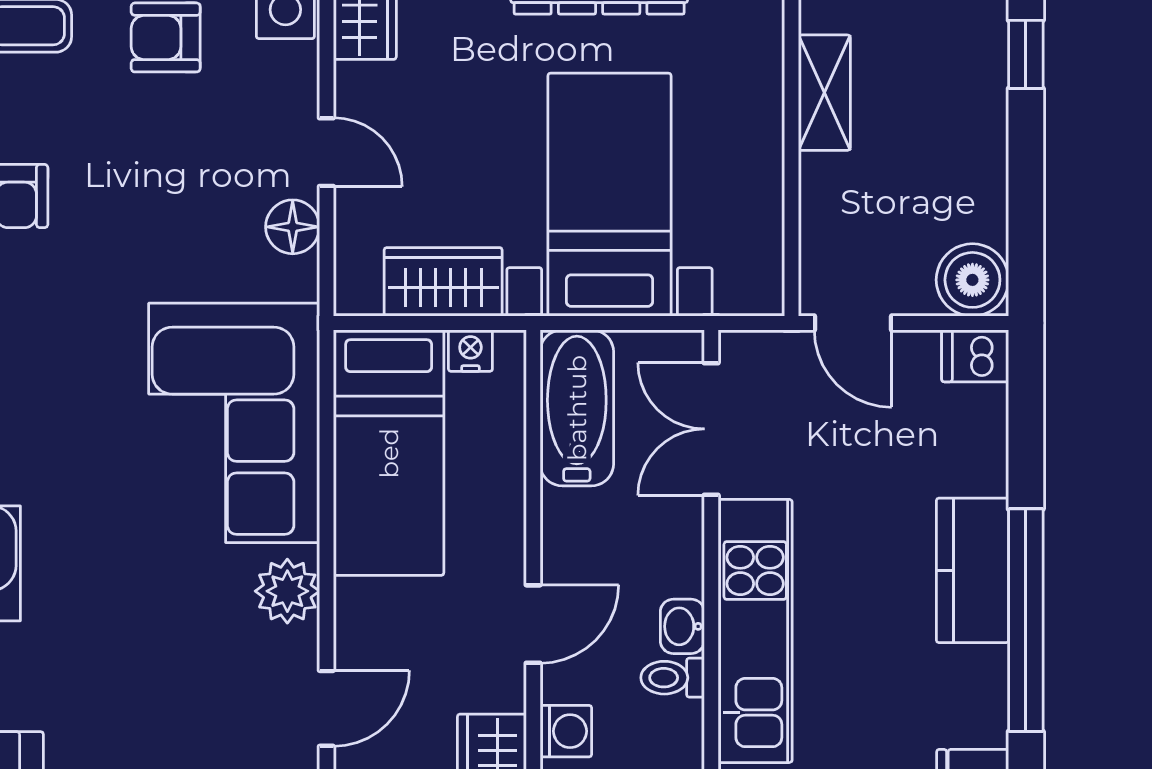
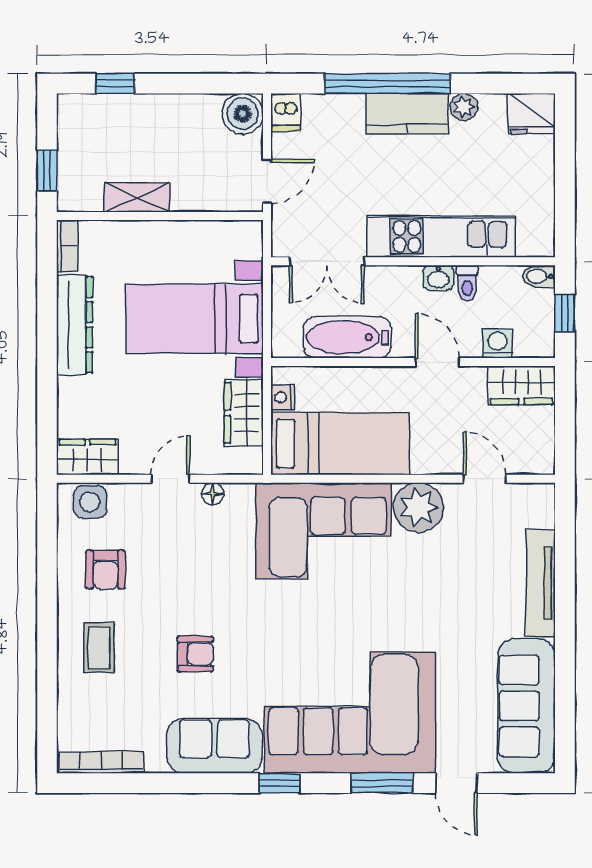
floor lamp: (293, 227) -> (213, 494), width x0.73, depth x0.73
bathtub: (577, 408) -> (347, 337), moved
plant: (287, 591) -> (418, 507), width x1.36, depth x1.36
window: (1026, 620) -> (388, 84), moved
plant: (984, 671) -> (464, 107), added

